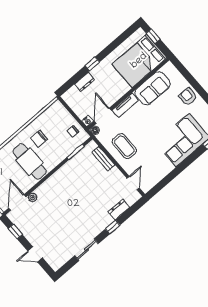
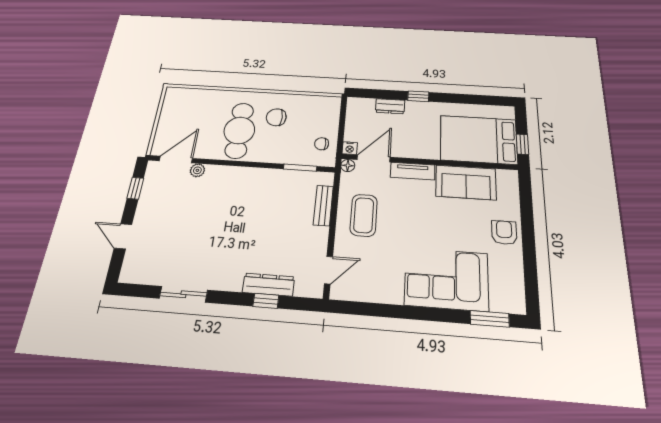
window: (153, 36) -> (522, 144), moved
dresser: (119, 210) -> (269, 285), width x1.44
window: (113, 227) -> (266, 301), moved

